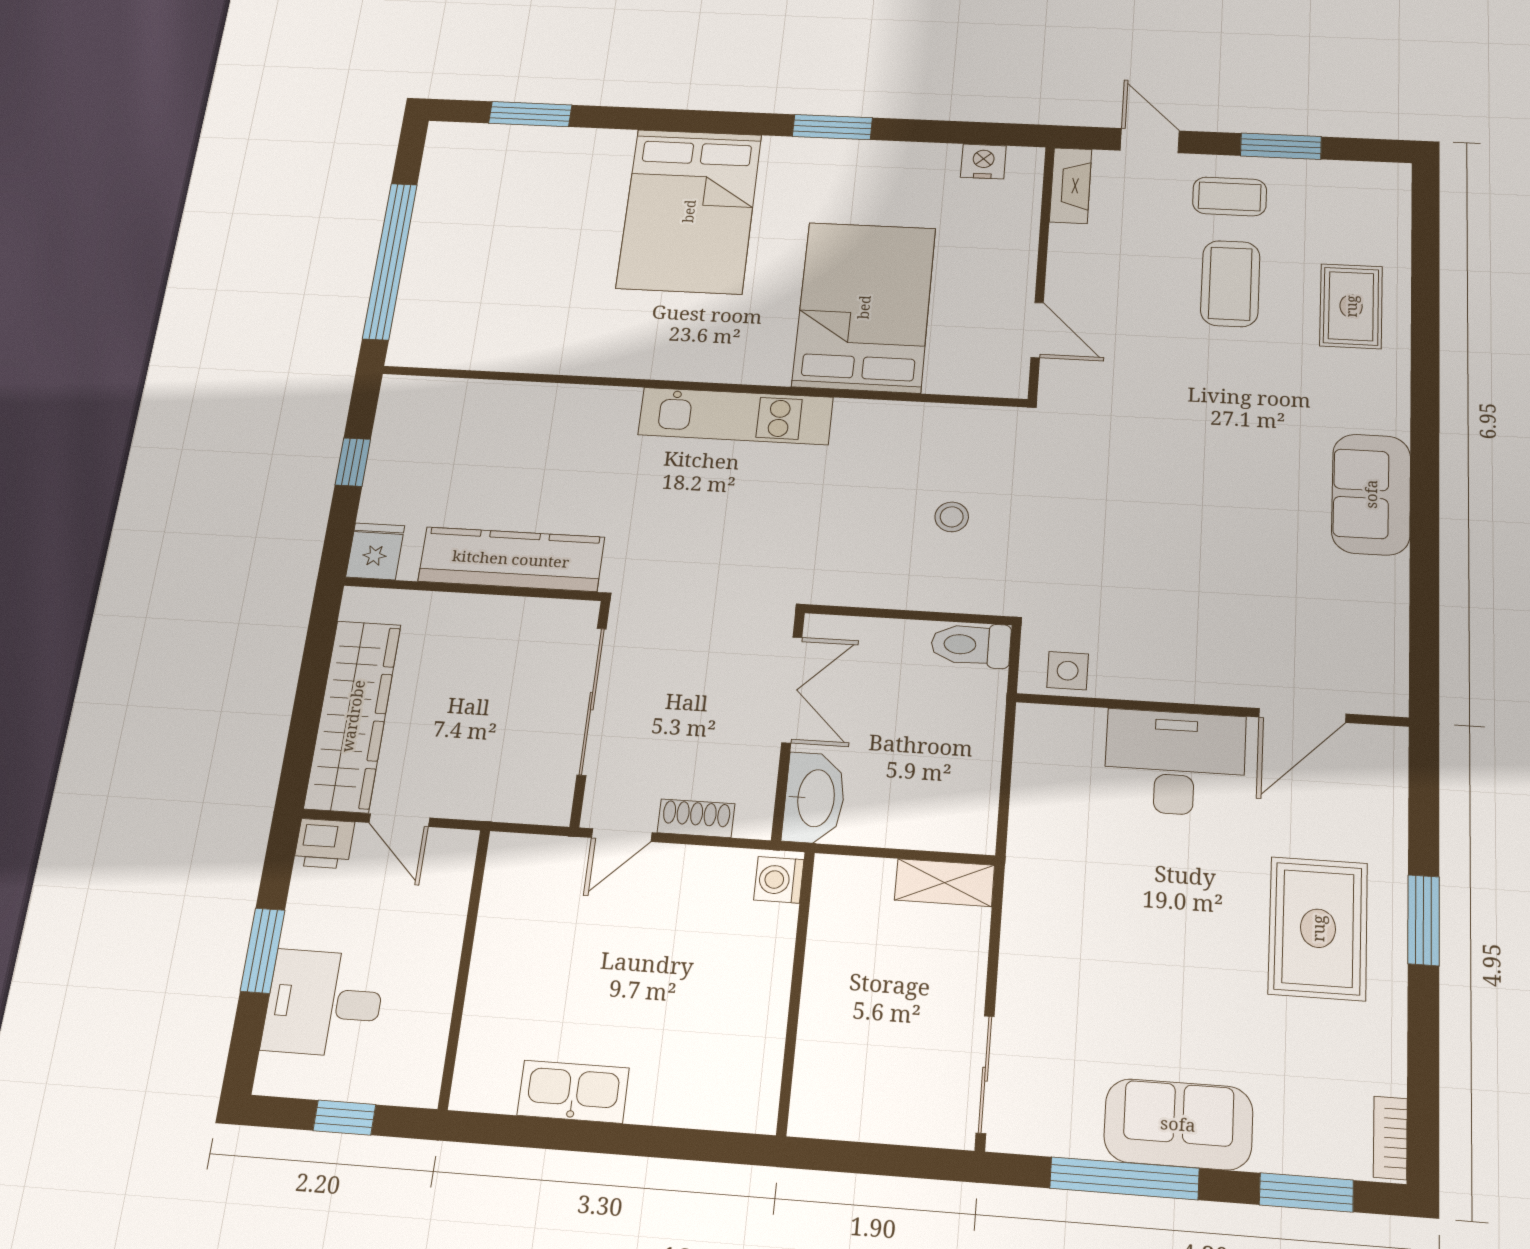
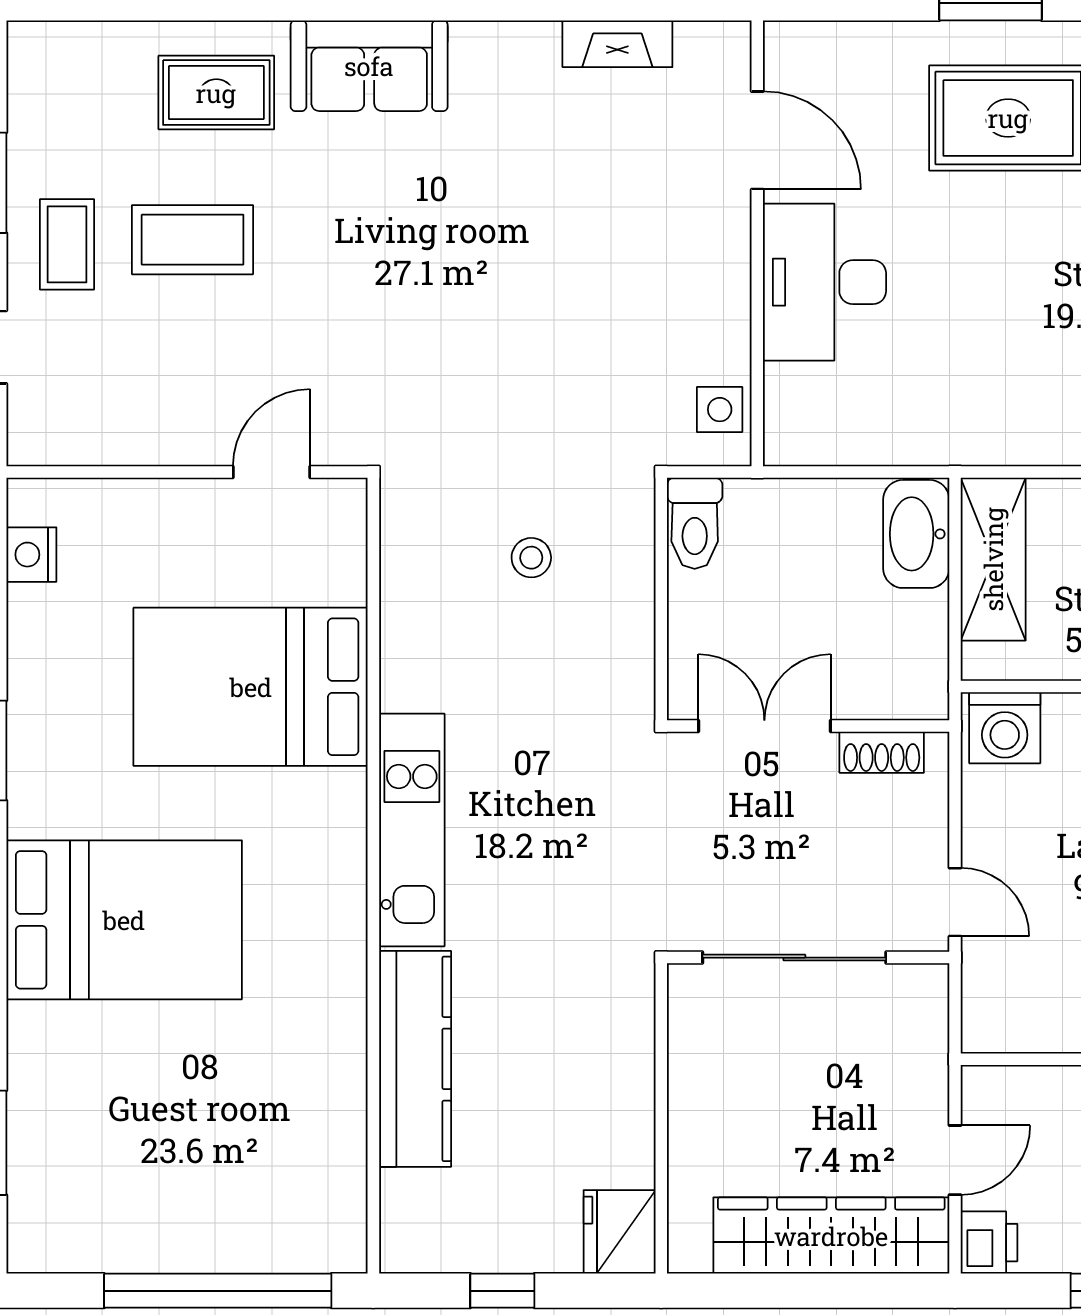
fireplace: (1071, 186) -> (617, 44), moved, turned 180
sofa: (1371, 494) -> (369, 66), moved
fridge: (375, 551) -> (620, 1232), width x1.38
kitchen counter: (511, 559) -> (415, 1059), moved, turned 180
washbasin: (814, 798) -> (916, 534), moved, turned -90
shoe rack: (696, 818) -> (882, 752), moved, turned -90
washing machine: (779, 880) -> (1005, 728), width x1.38, depth x1.38
shelving: (945, 883) -> (993, 559), width x1.50, depth x1.33

